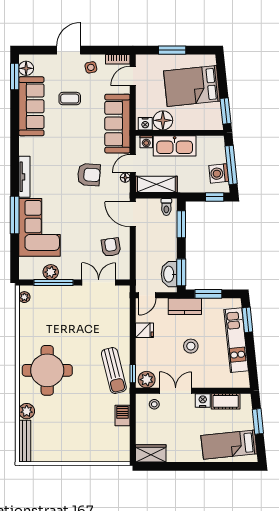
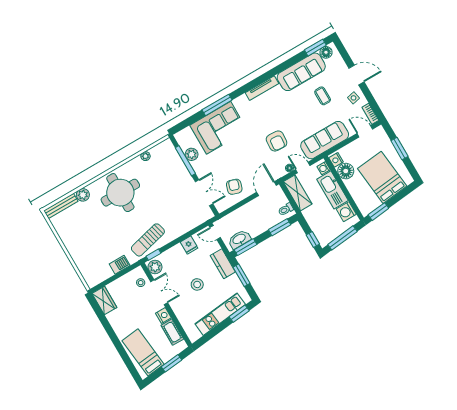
washing machine: (219, 173) -> (346, 212), moved, turned -84
tv unit: (24, 177) -> (262, 88), moved
armchair: (111, 247) -> (234, 187), turned -63
plant: (24, 297) -> (145, 156), moved

